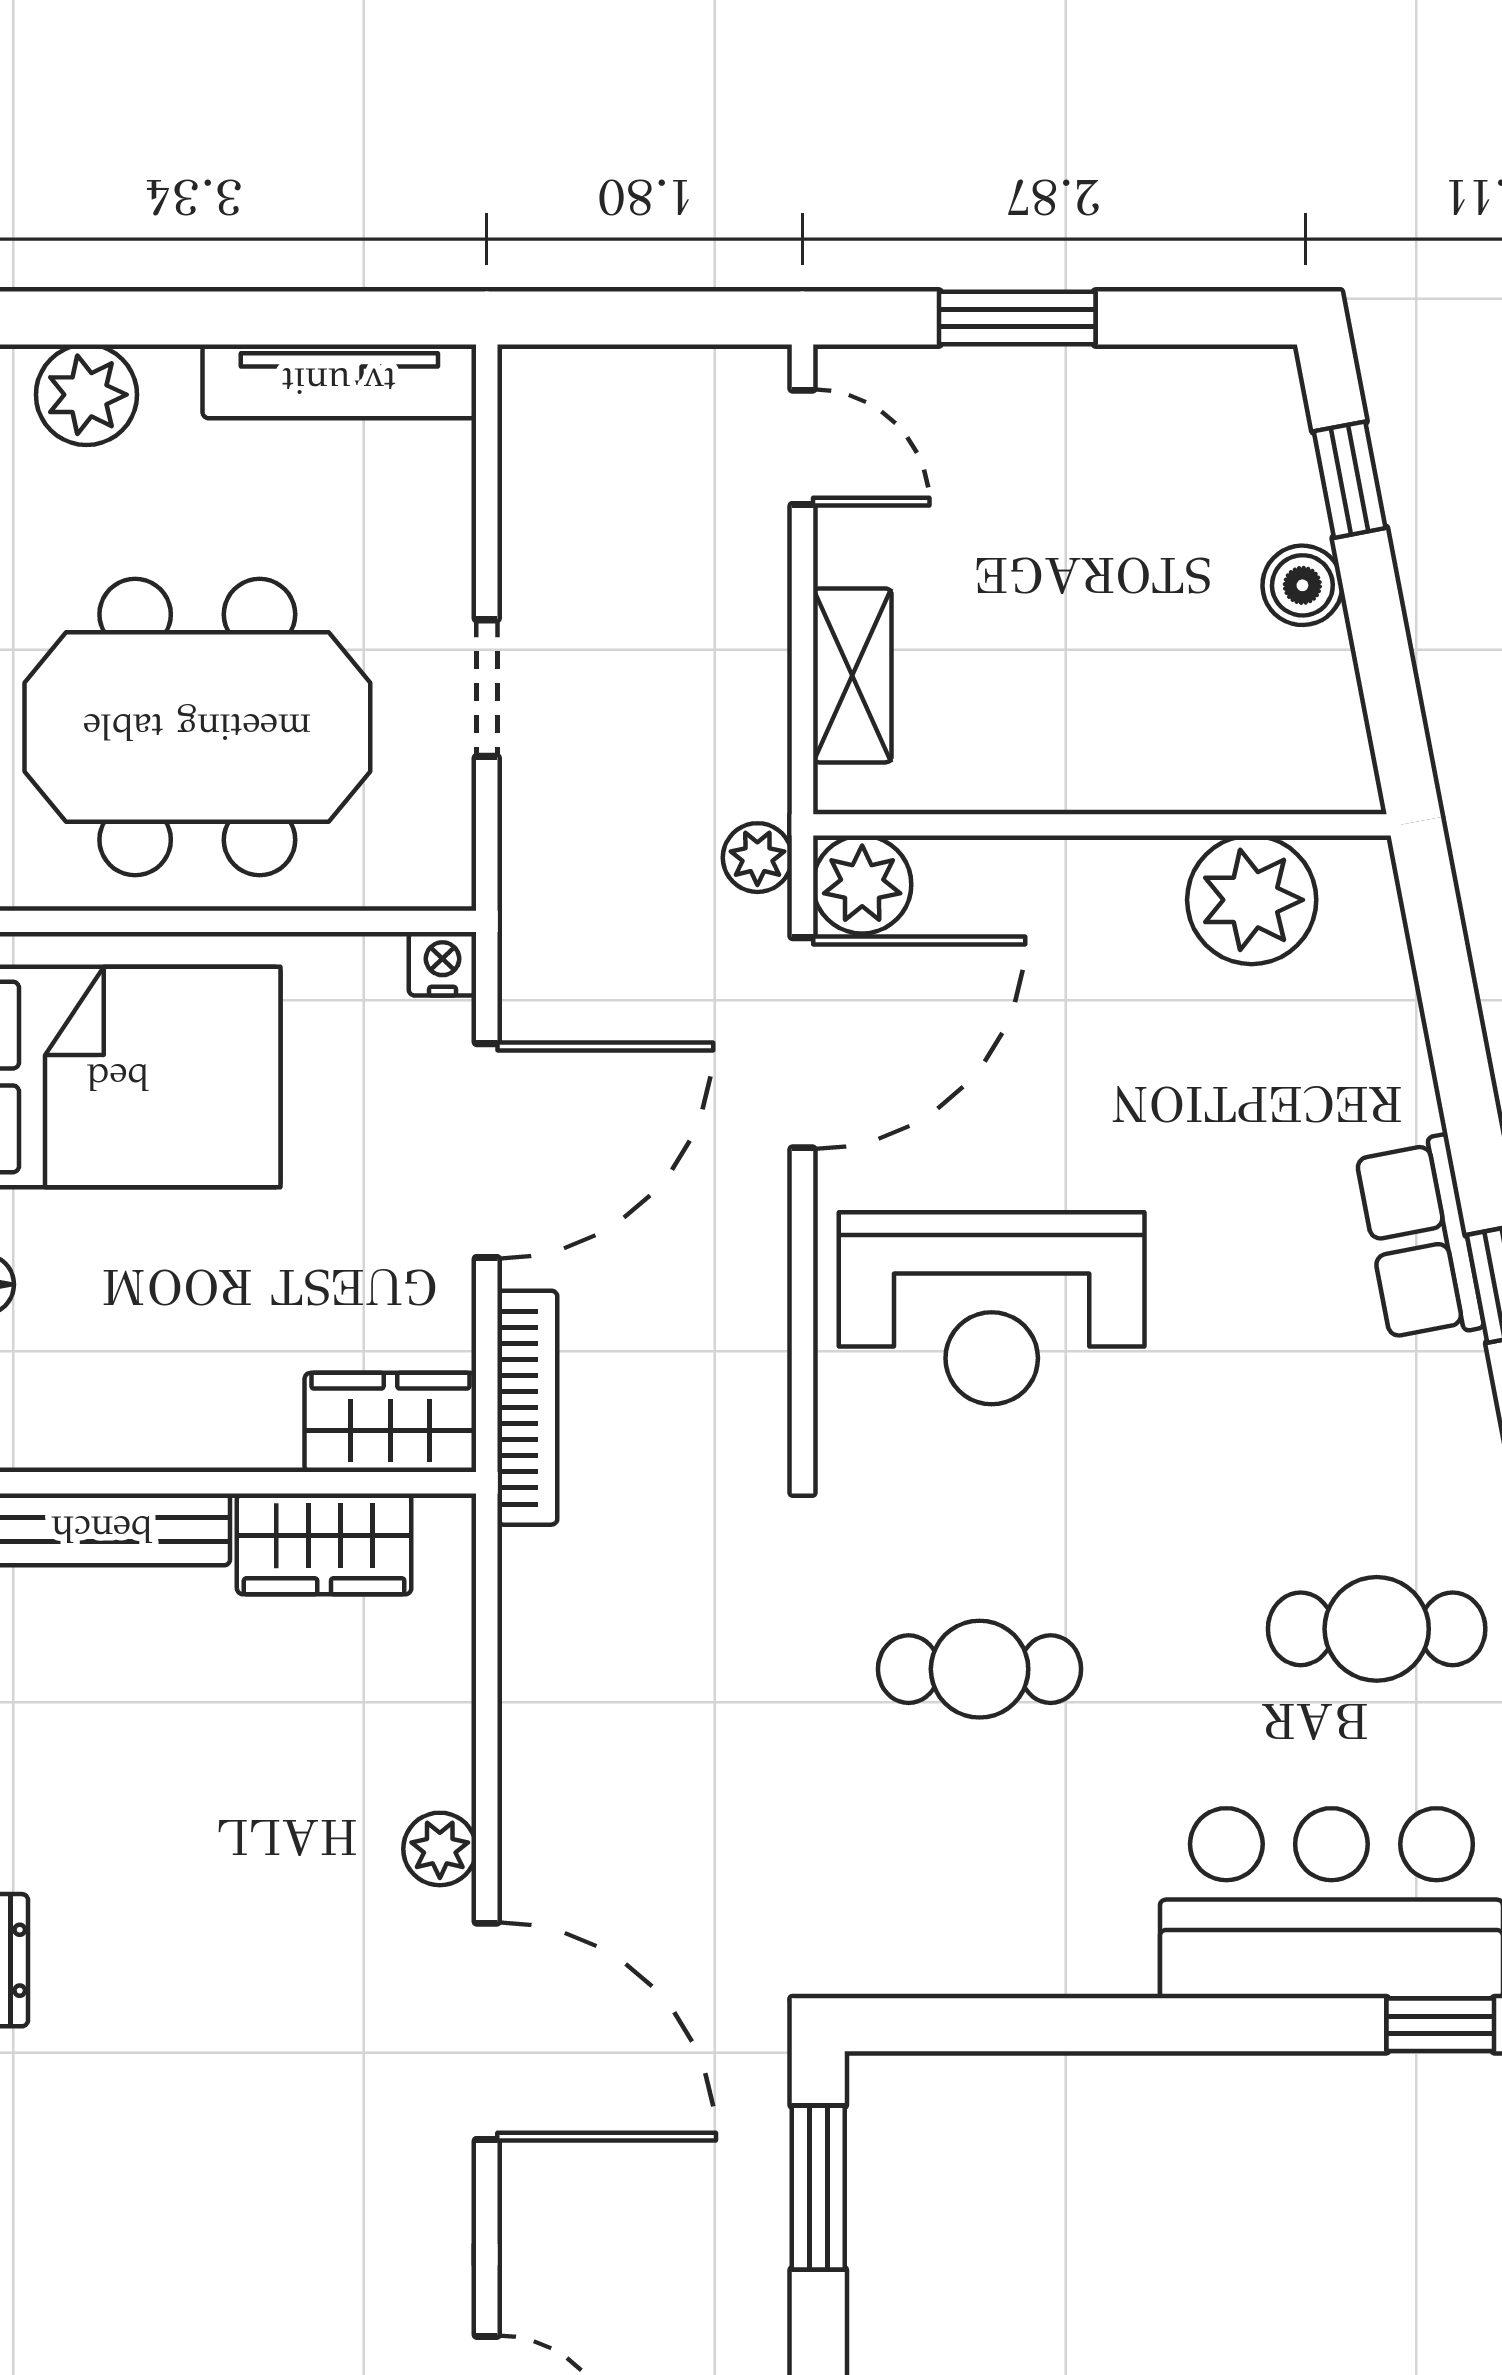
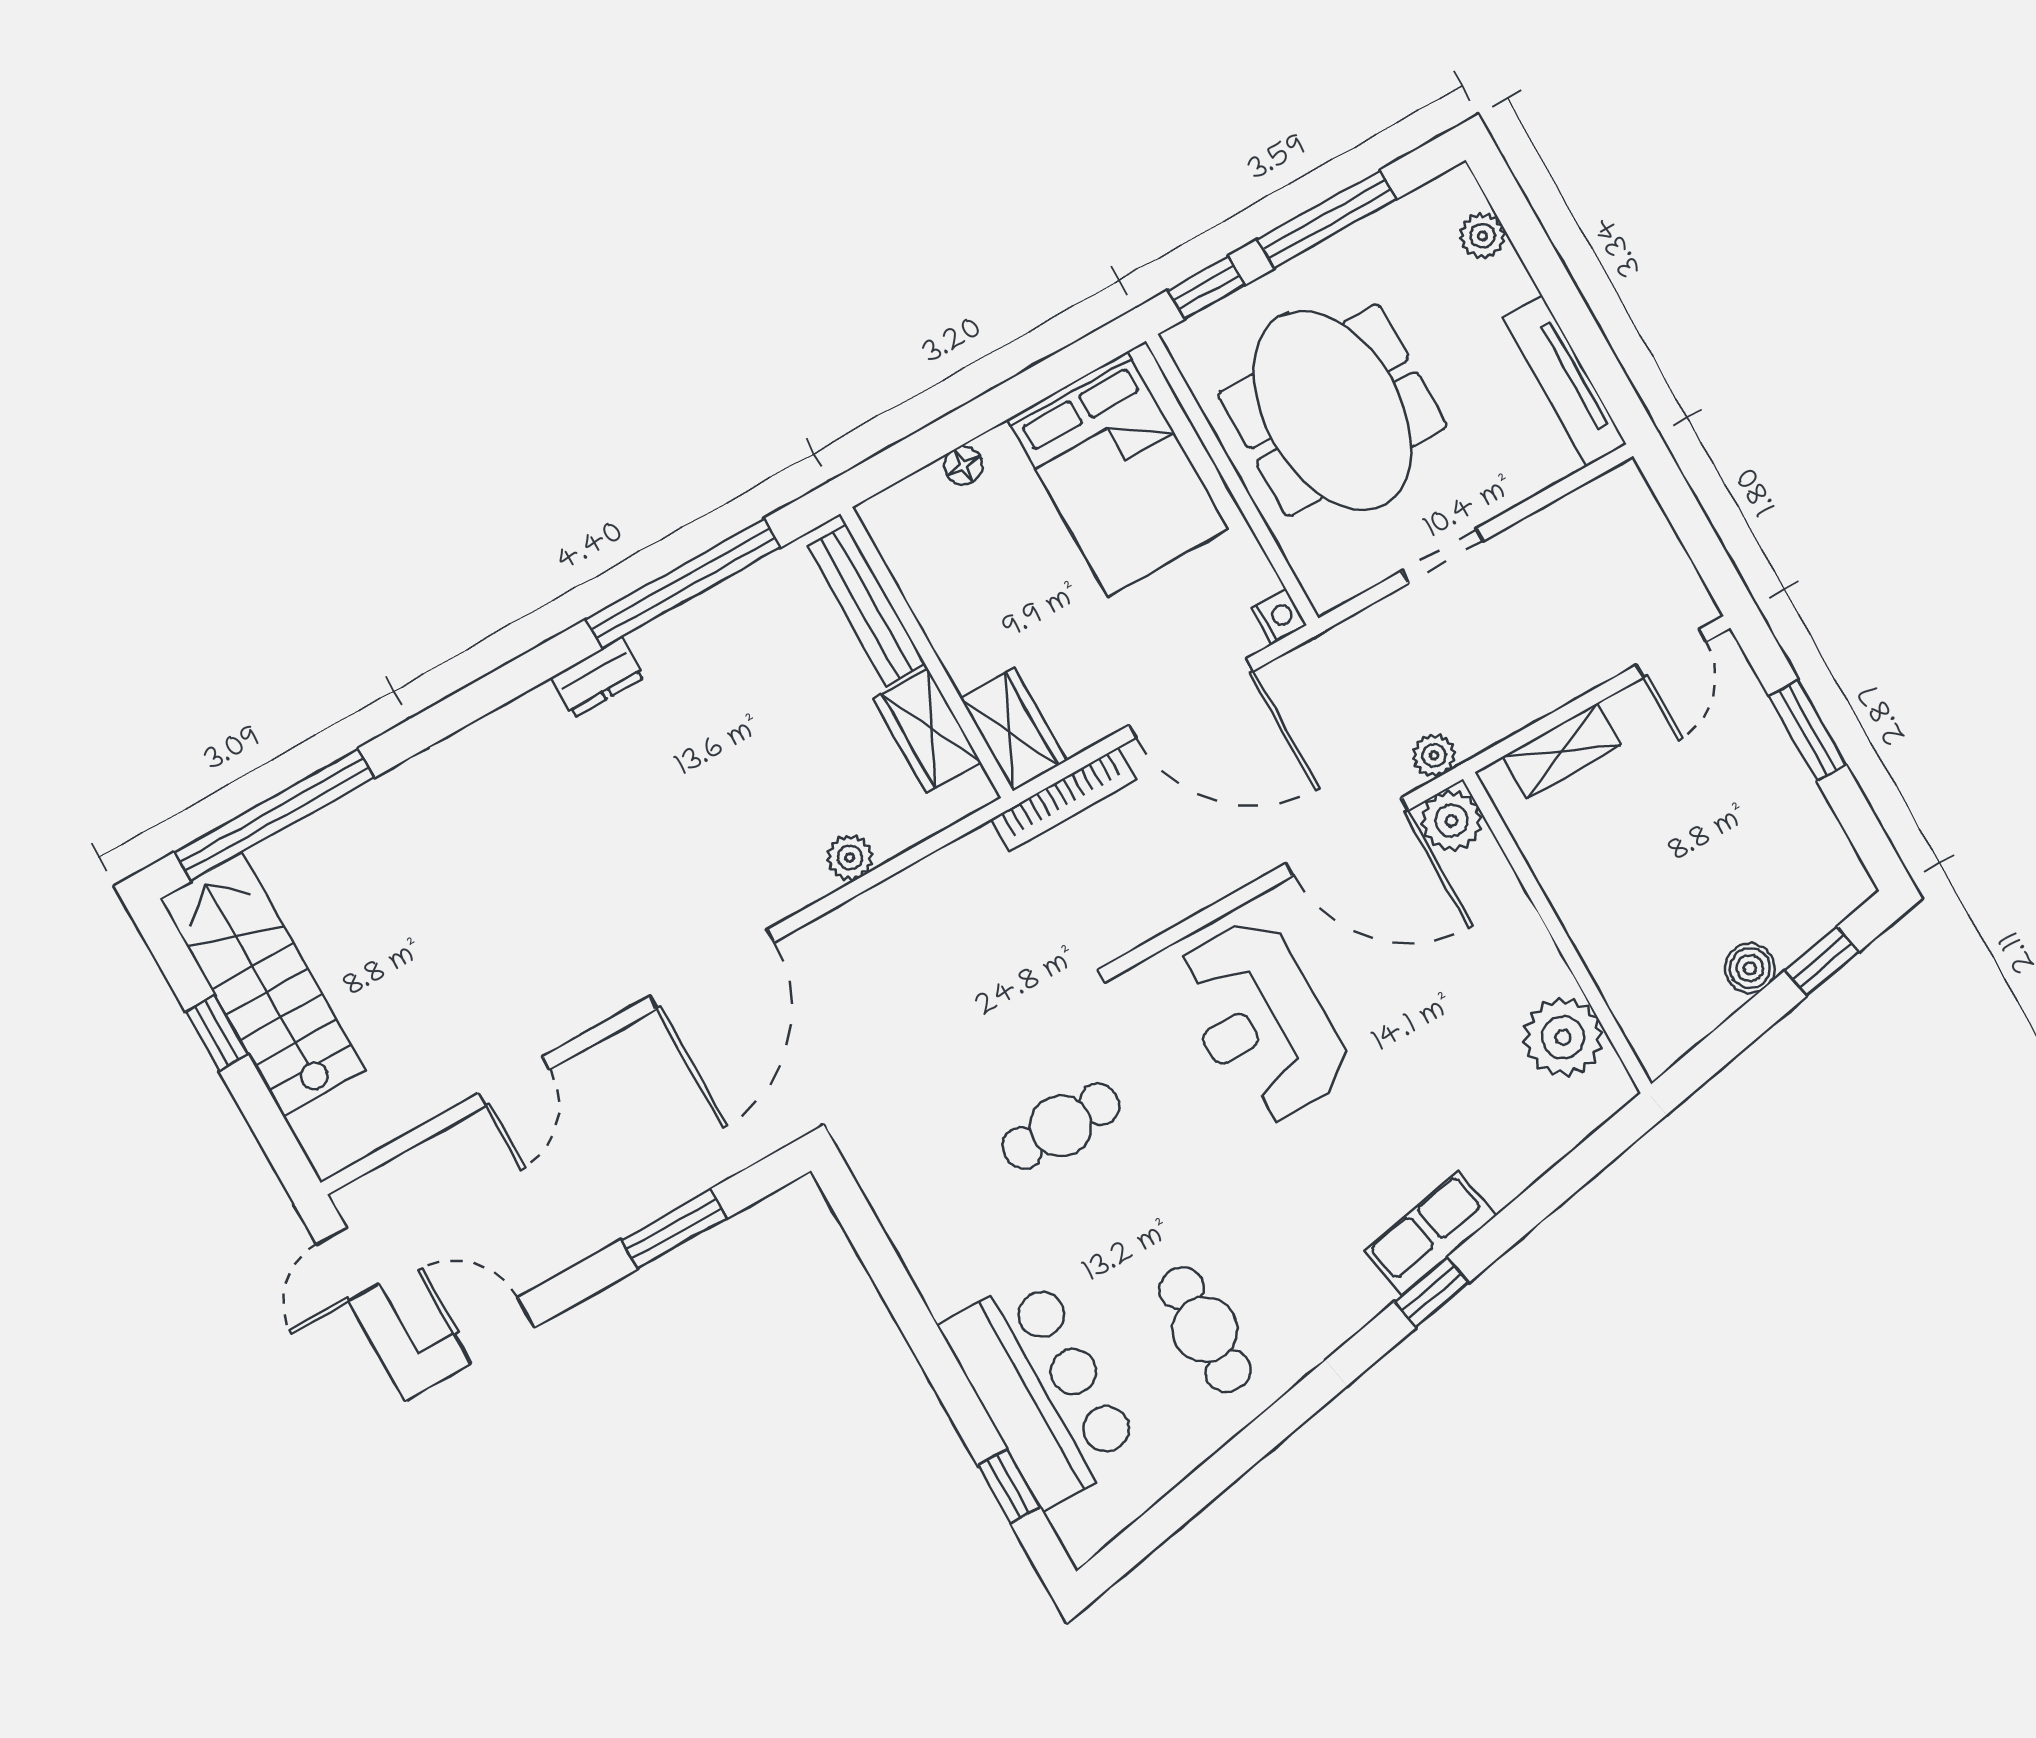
plant: (86, 395) -> (1482, 236), width x0.73, depth x0.73
cafe table: (980, 1669) -> (1061, 1126), turned 90
plant: (440, 1849) -> (850, 858), moved
window: (818, 2188) -> (674, 1229), moved

